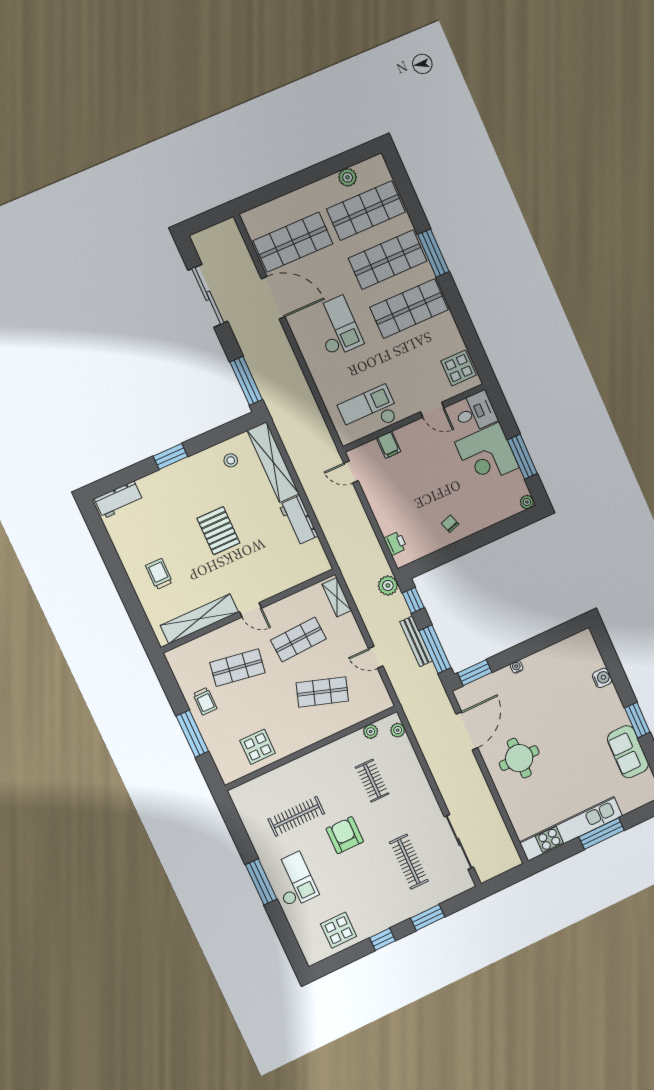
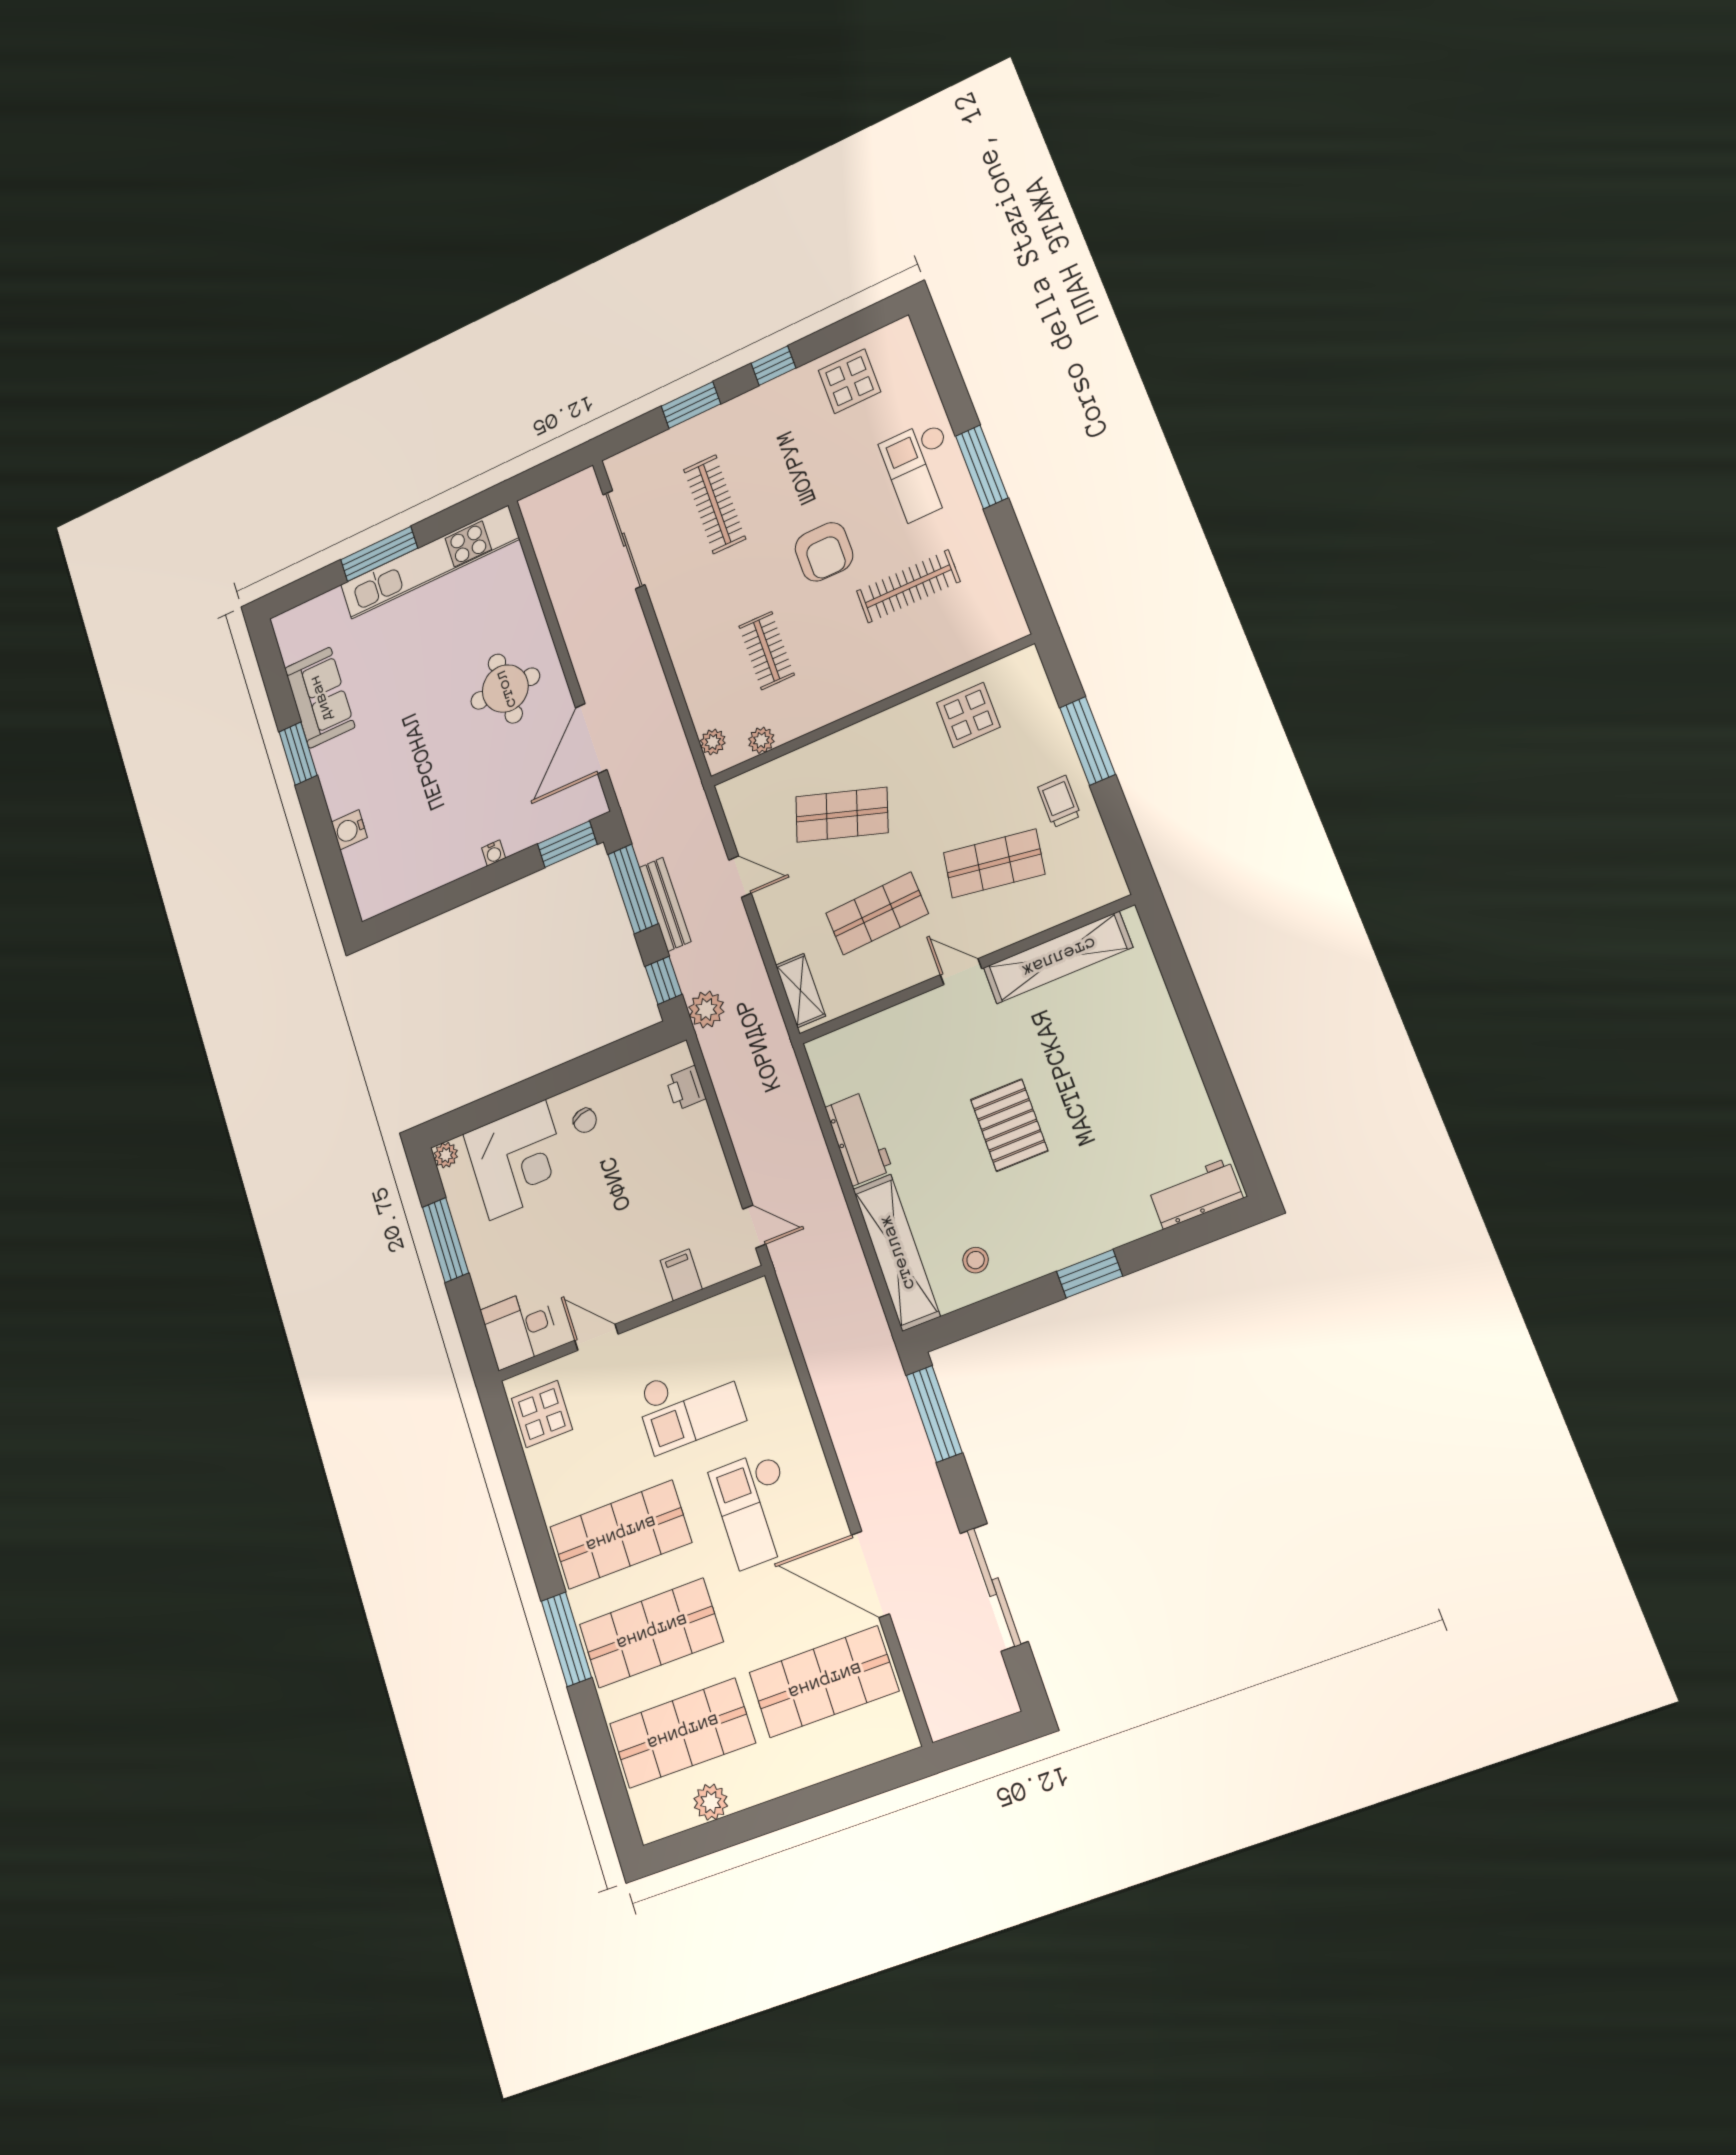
checkout: (369, 411) -> (690, 1404), moved
corner desk: (487, 455) -> (518, 1160), moved, turned 90
trolley: (159, 574) -> (1128, 1046), removed

